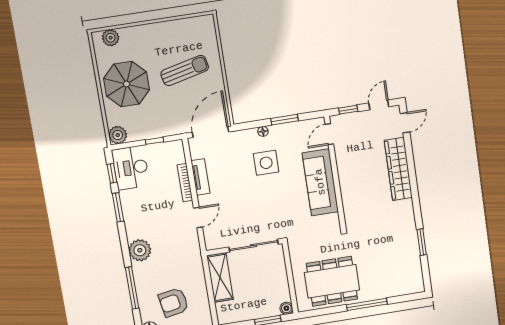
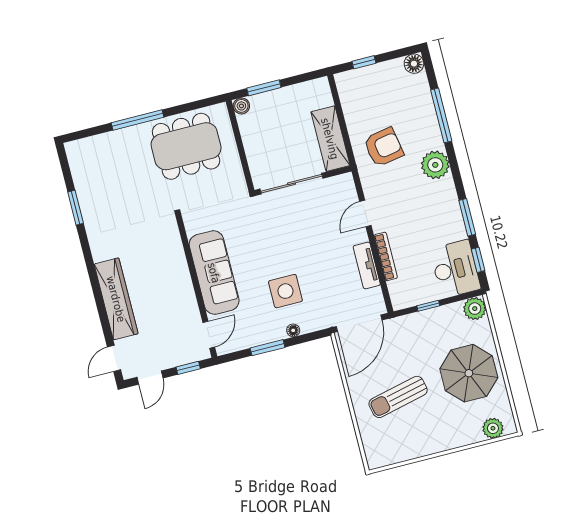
armchair: (174, 302) -> (384, 147), moved

